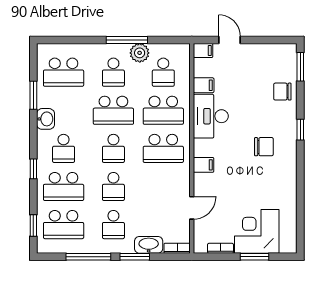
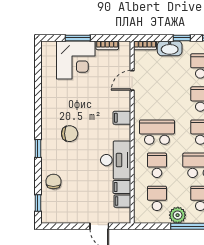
filing cabinet: (203, 50) -> (122, 201), moved
window: (300, 67) -> (38, 203), width x0.67
chair: (282, 92) -> (53, 182), turned -90
school desk: (163, 110) -> (157, 165), width x0.54
chair: (264, 147) -> (70, 134), turned 180
window: (135, 257) -> (182, 38), width x0.67

